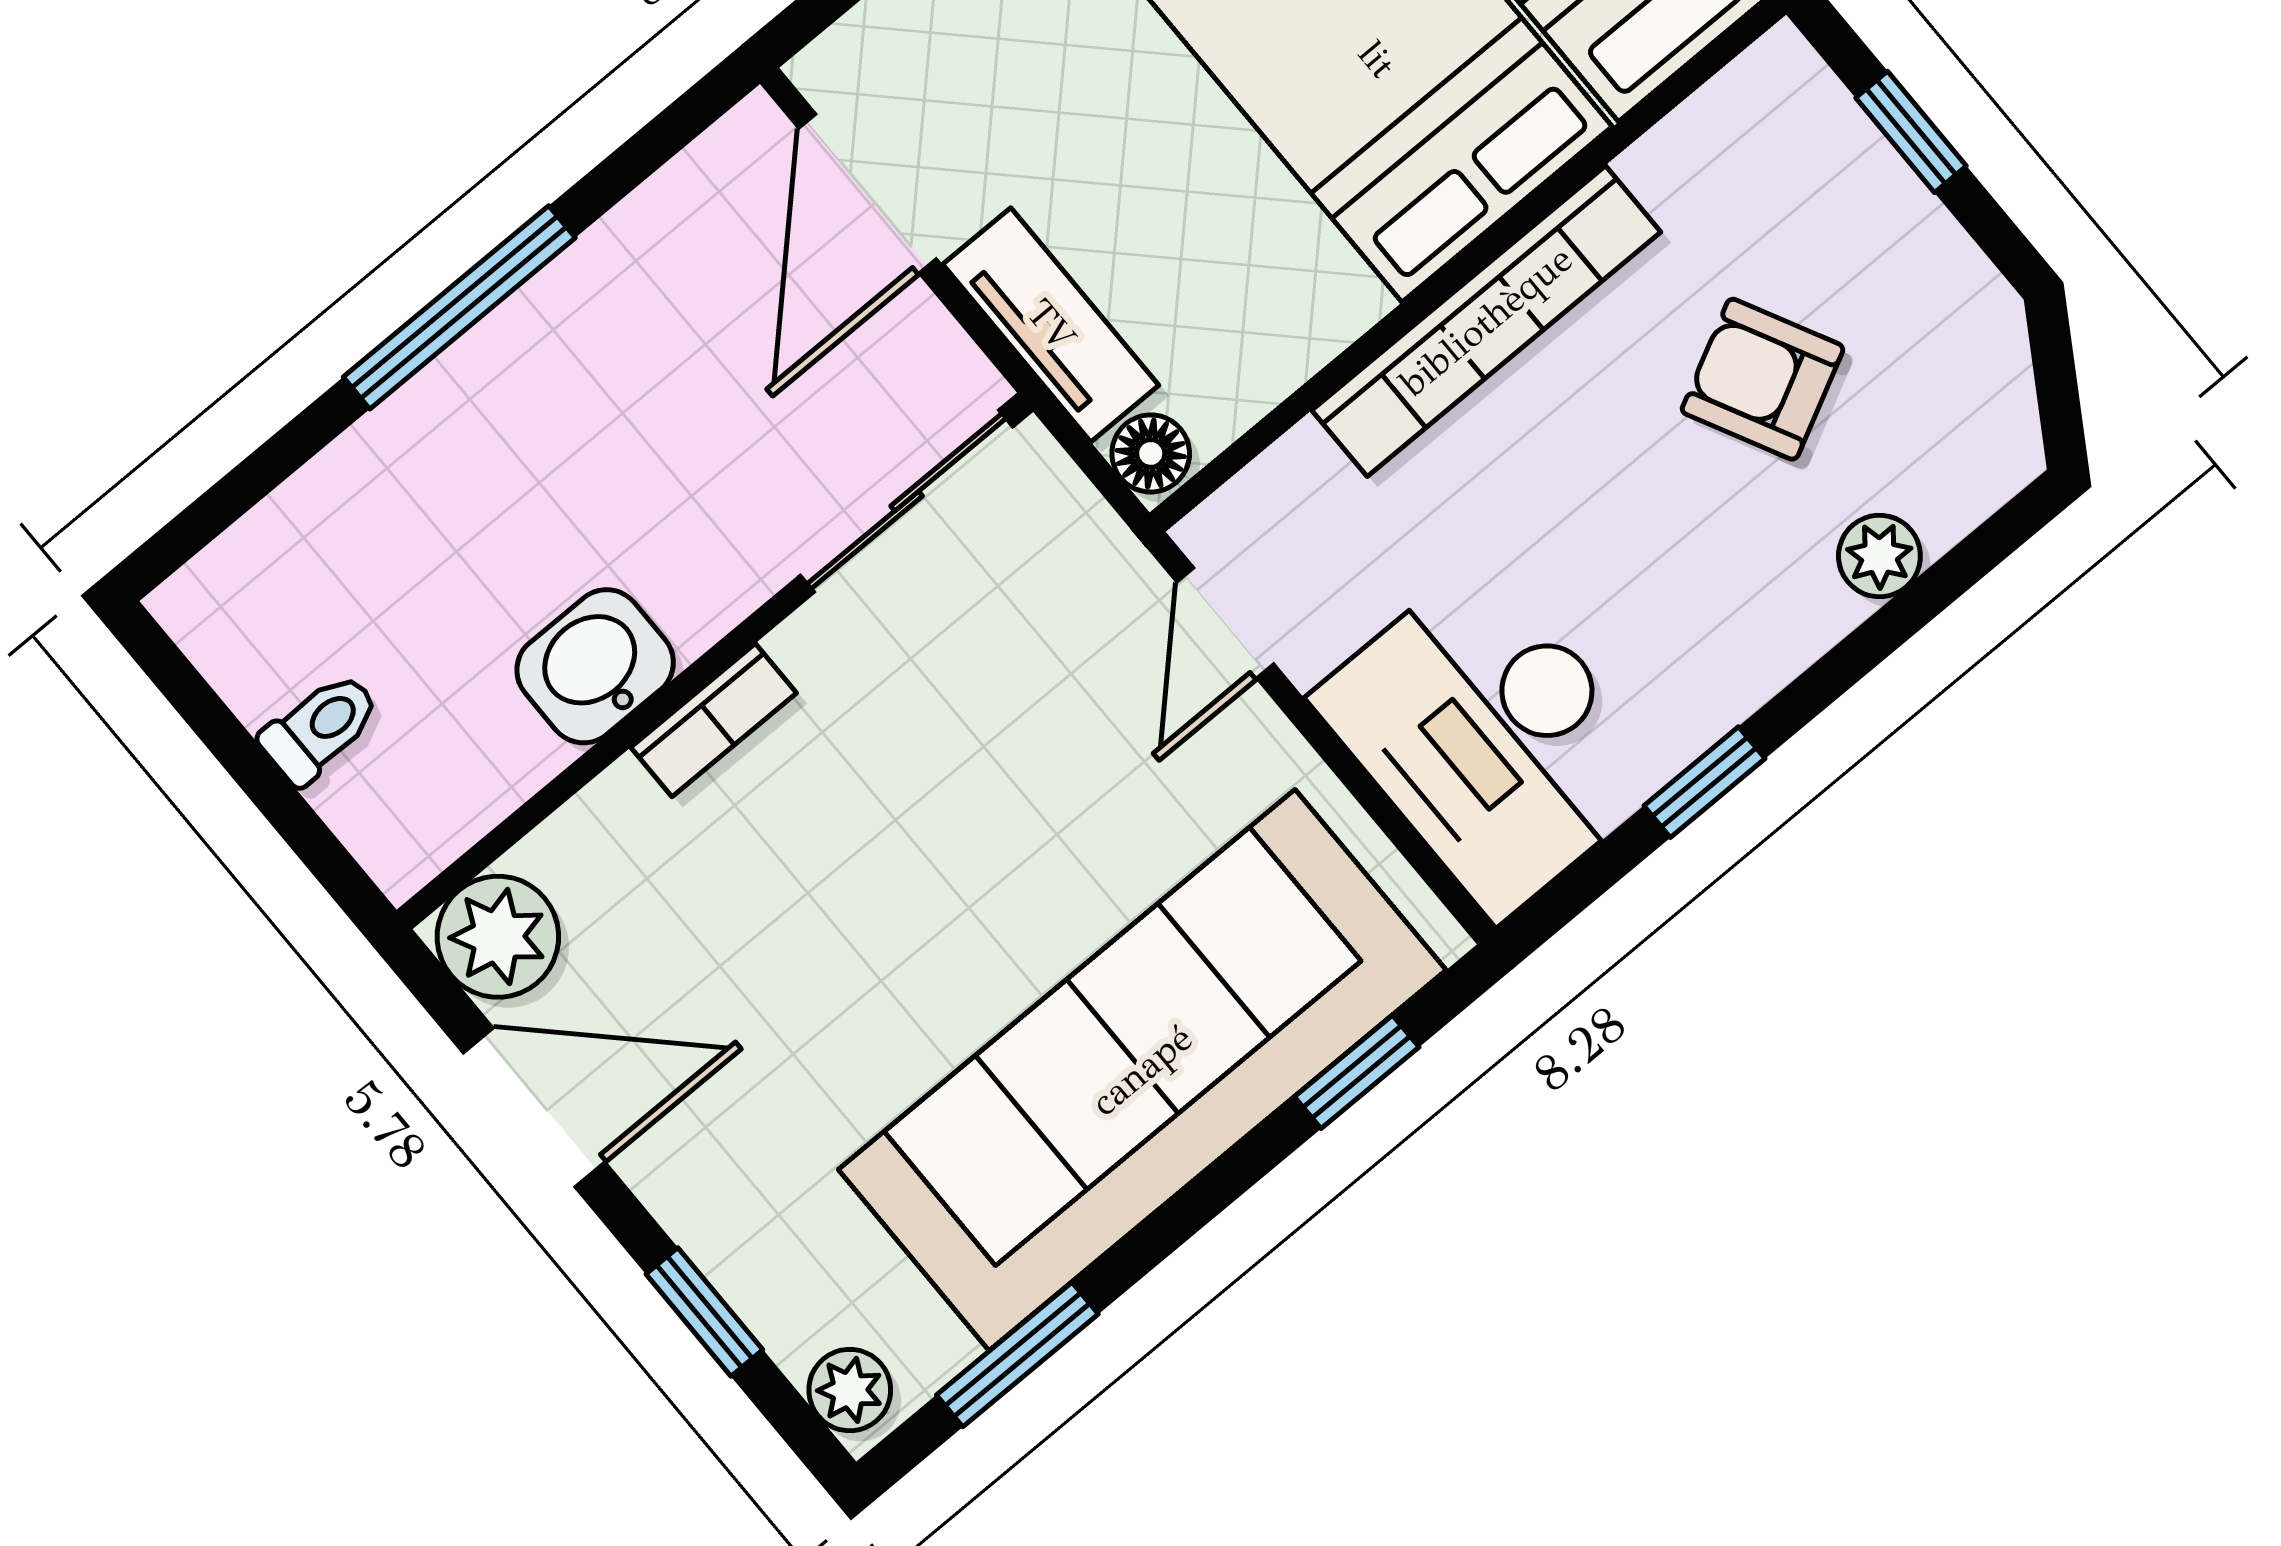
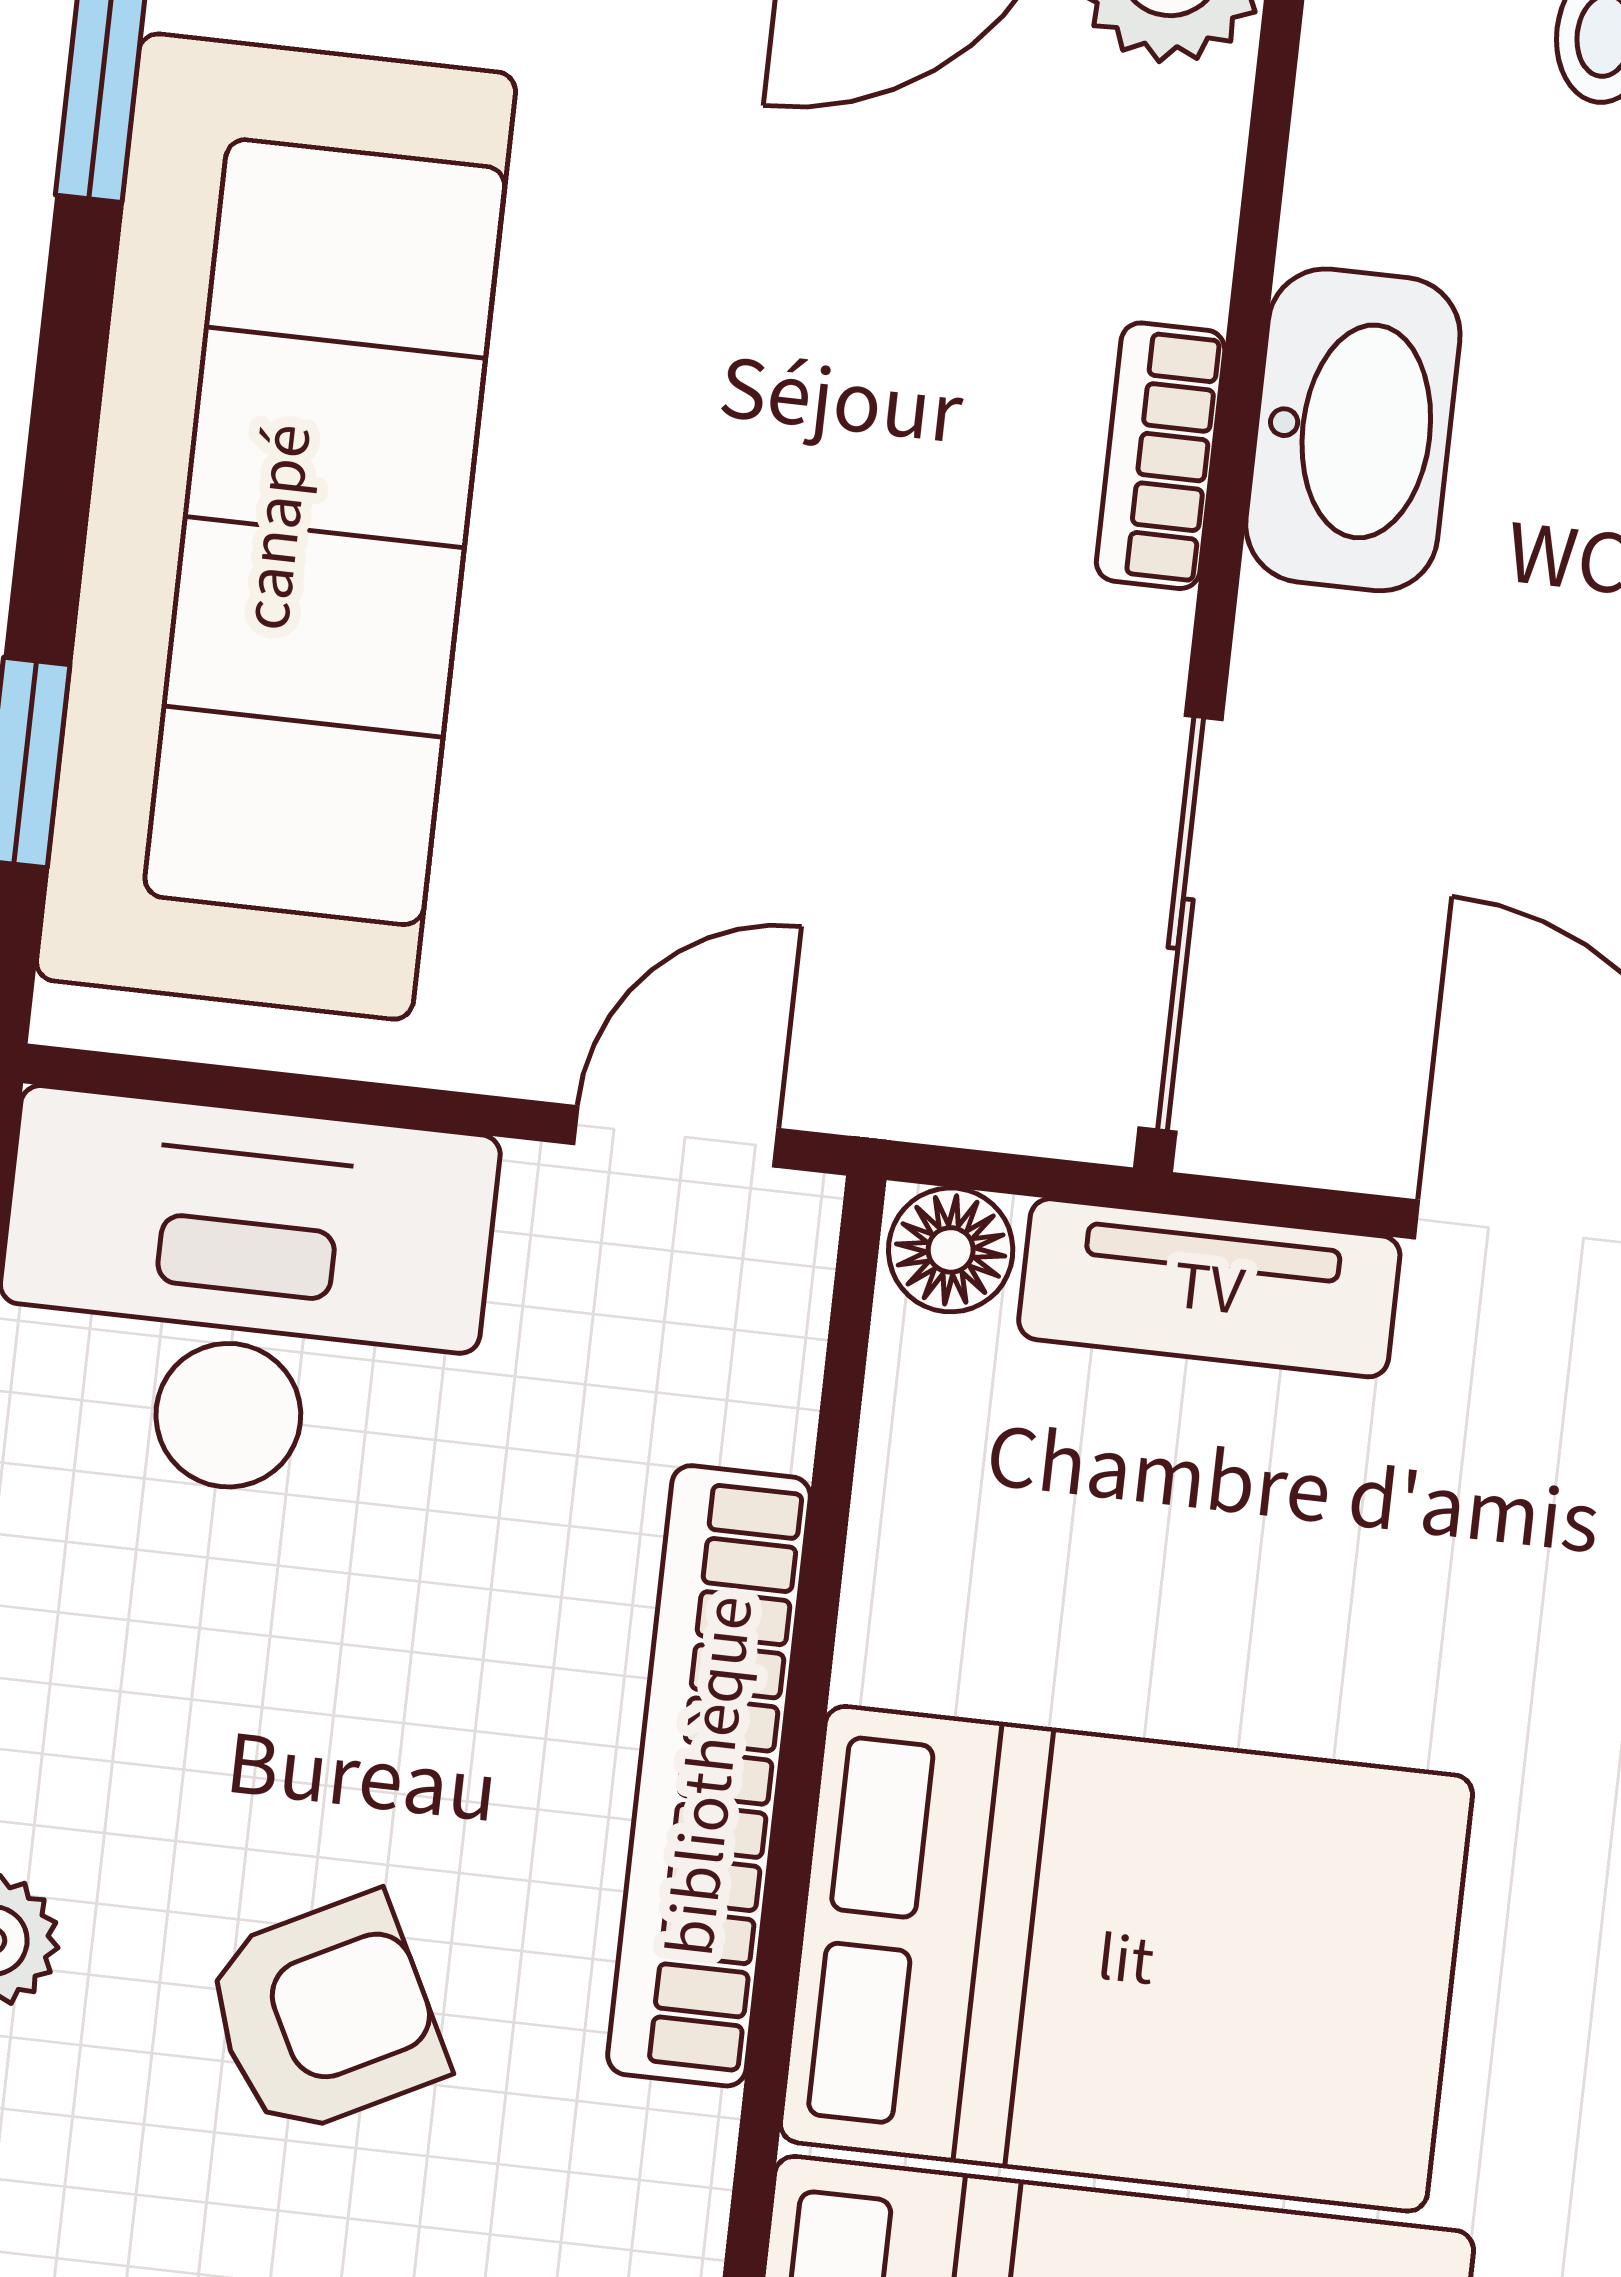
door: (1225, 623) -> (676, 1136), hinge flipped
washbasin: (595, 666) -> (1353, 430), width x1.38

